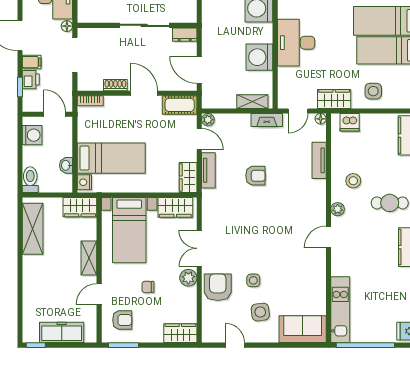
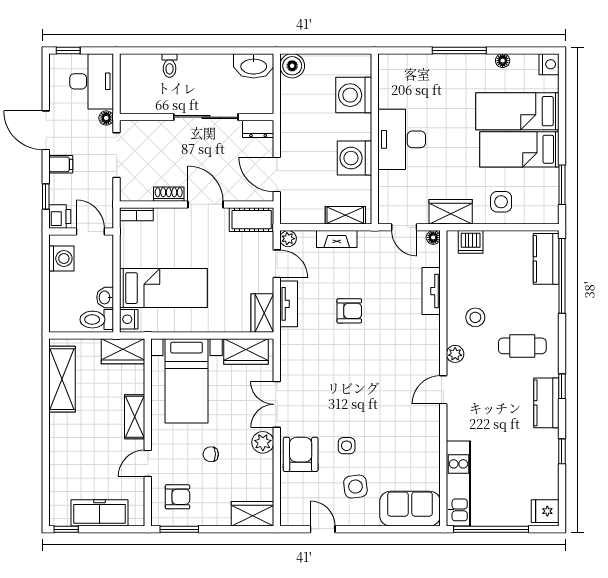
printer: (31, 80) -> (60, 216), moved
door: (298, 111) -> (404, 227), hinge flipped
fireplace: (267, 120) -> (337, 239), moved
toilet: (30, 180) -> (97, 320), moved, turned -90

